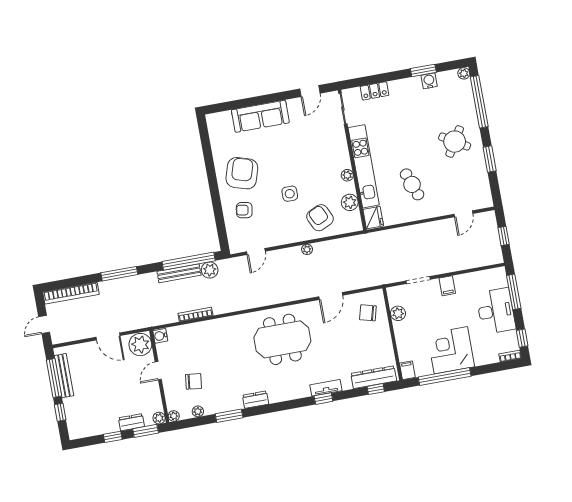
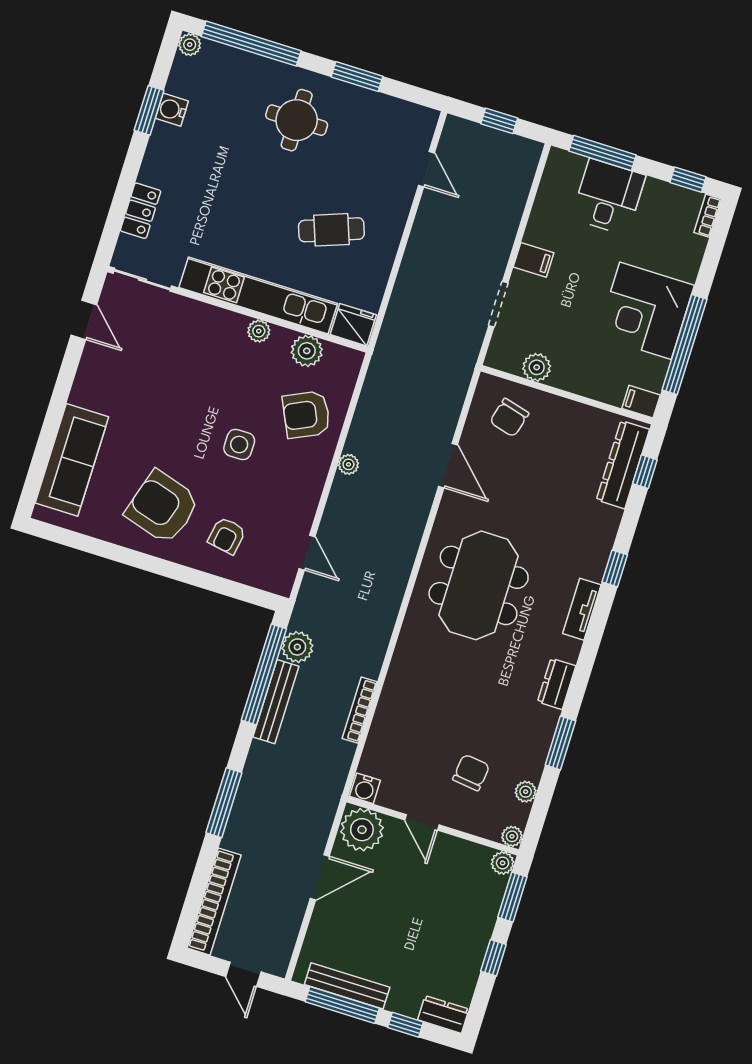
sofa: (260, 116) -> (72, 460), moved
round table: (455, 142) -> (297, 120), turned -31
desk: (496, 311) -> (608, 197), width x0.73
tv unit: (326, 388) -> (582, 609), moved
dresser: (131, 422) -> (443, 1014), moved, turned 90

